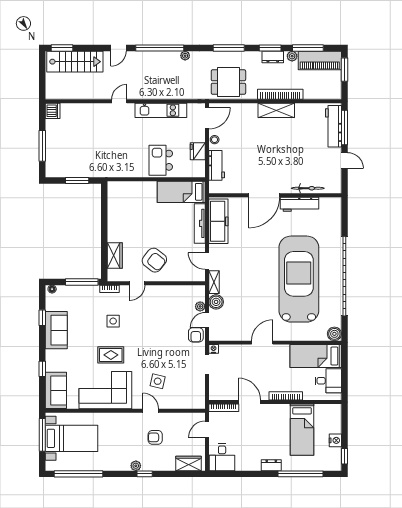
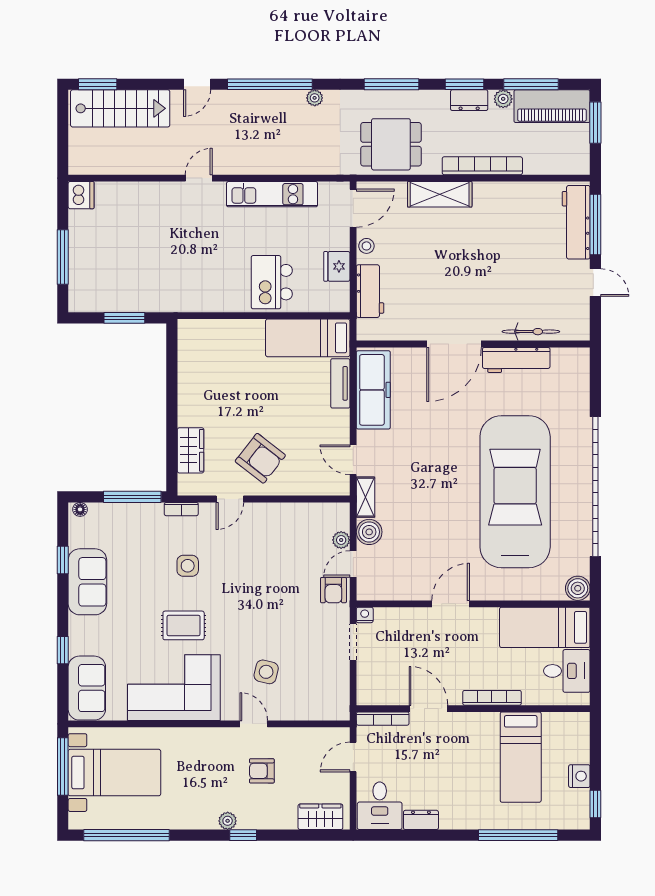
shelving: (276, 110) -> (440, 194), moved
tv unit: (200, 223) -> (340, 383), width x0.71
dresser: (271, 465) -> (421, 820), moved

